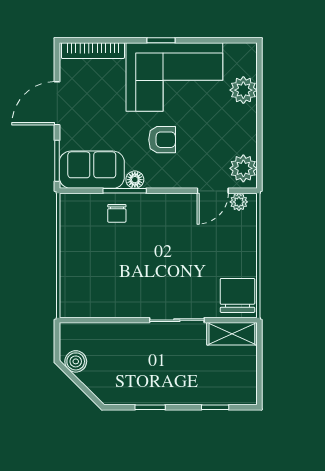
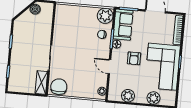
plant: (243, 168) -> (128, 96), moved
door: (213, 191) -> (109, 67), moved
plant: (76, 210) -> (105, 16), added
chair: (237, 295) -> (59, 87), turned -90

